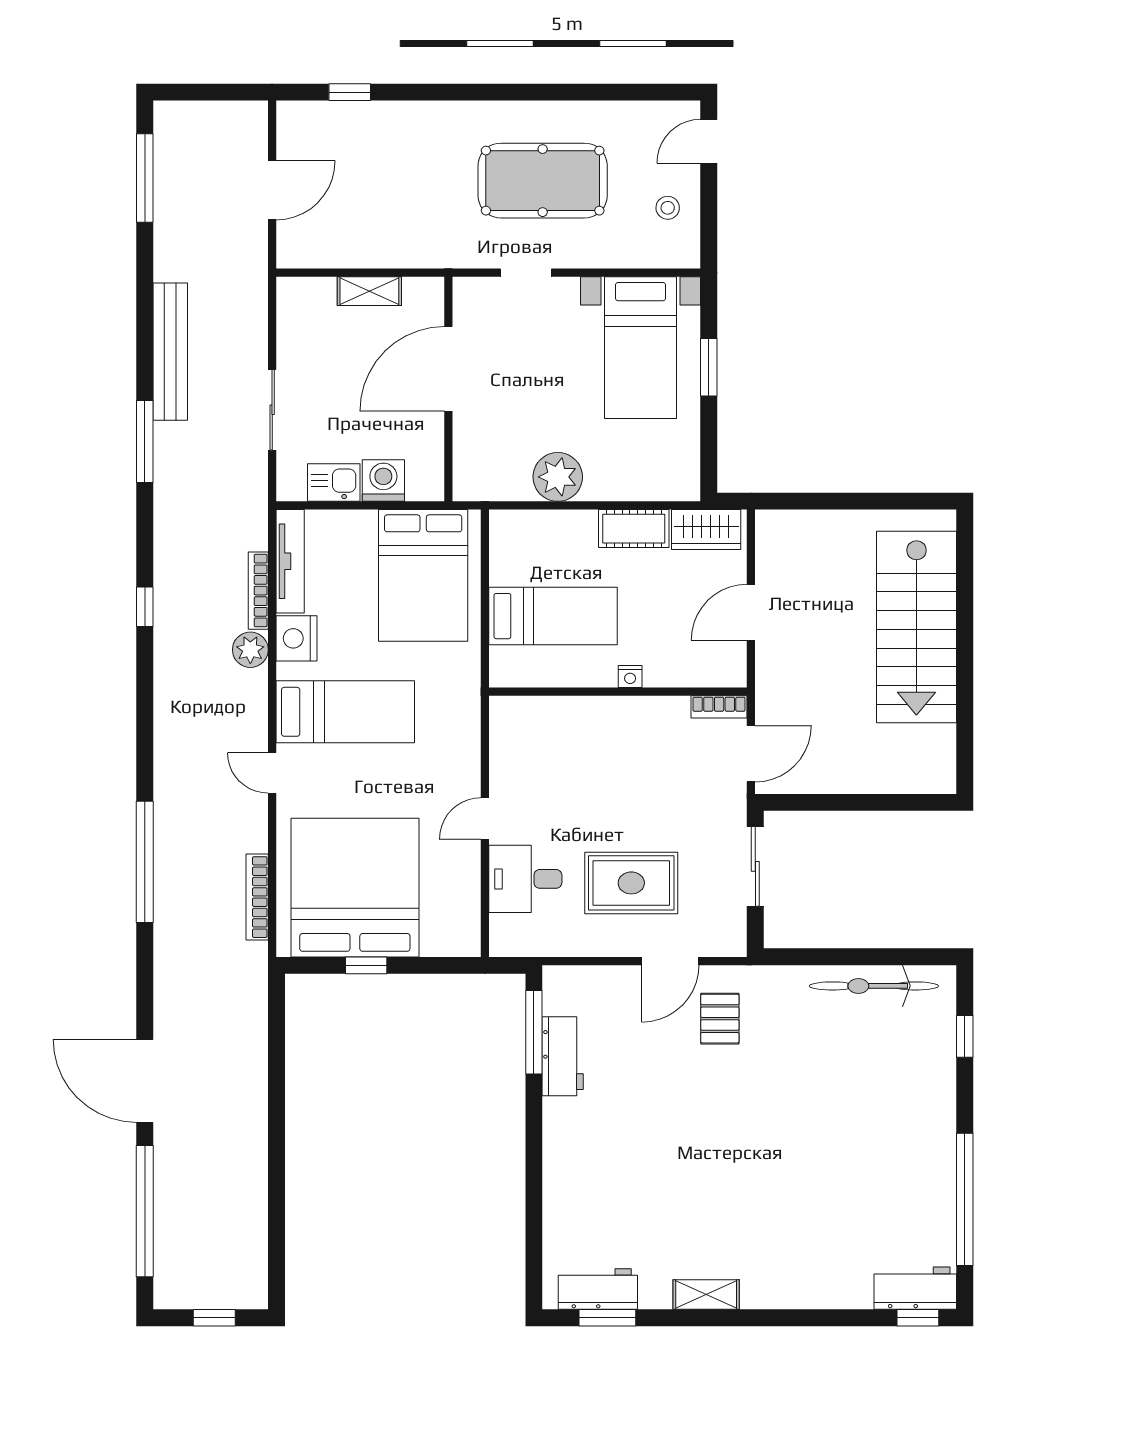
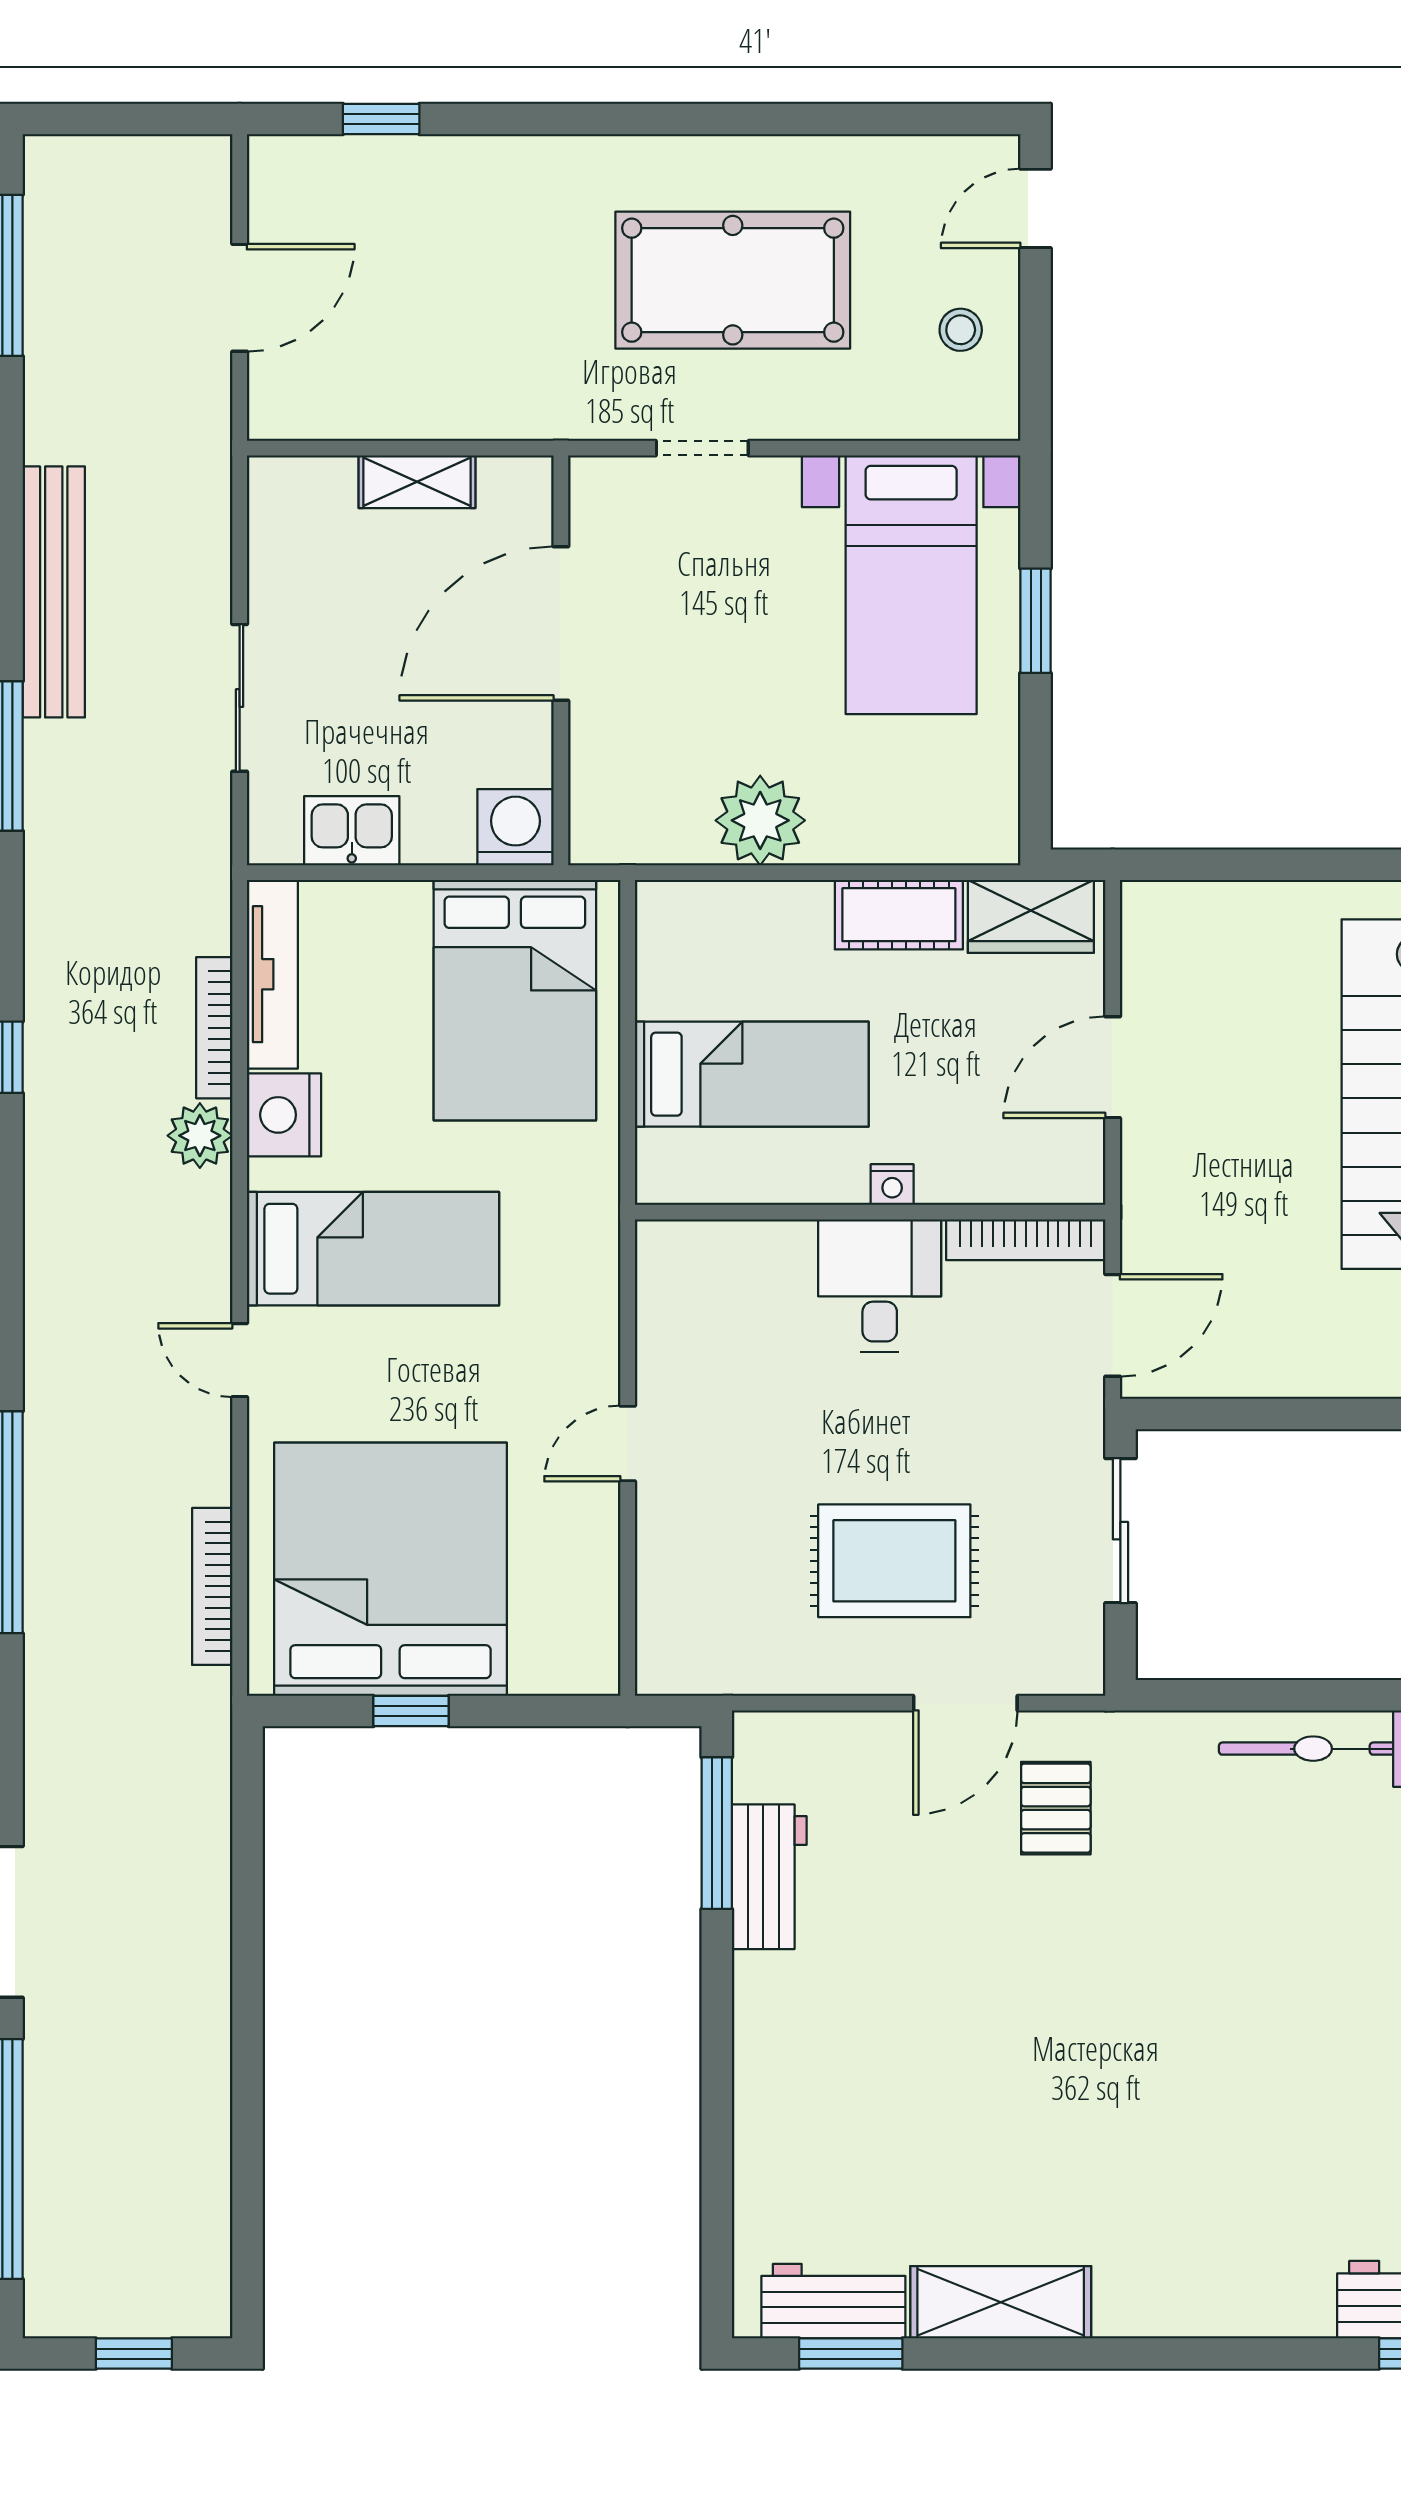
washing machine: (383, 481) -> (515, 827), moved
bookcase: (719, 707) -> (1026, 1240), width x1.56
desk: (525, 879) -> (880, 1286), moved, turned 90
shelving: (706, 1295) -> (1001, 2302), width x1.50, depth x1.33

